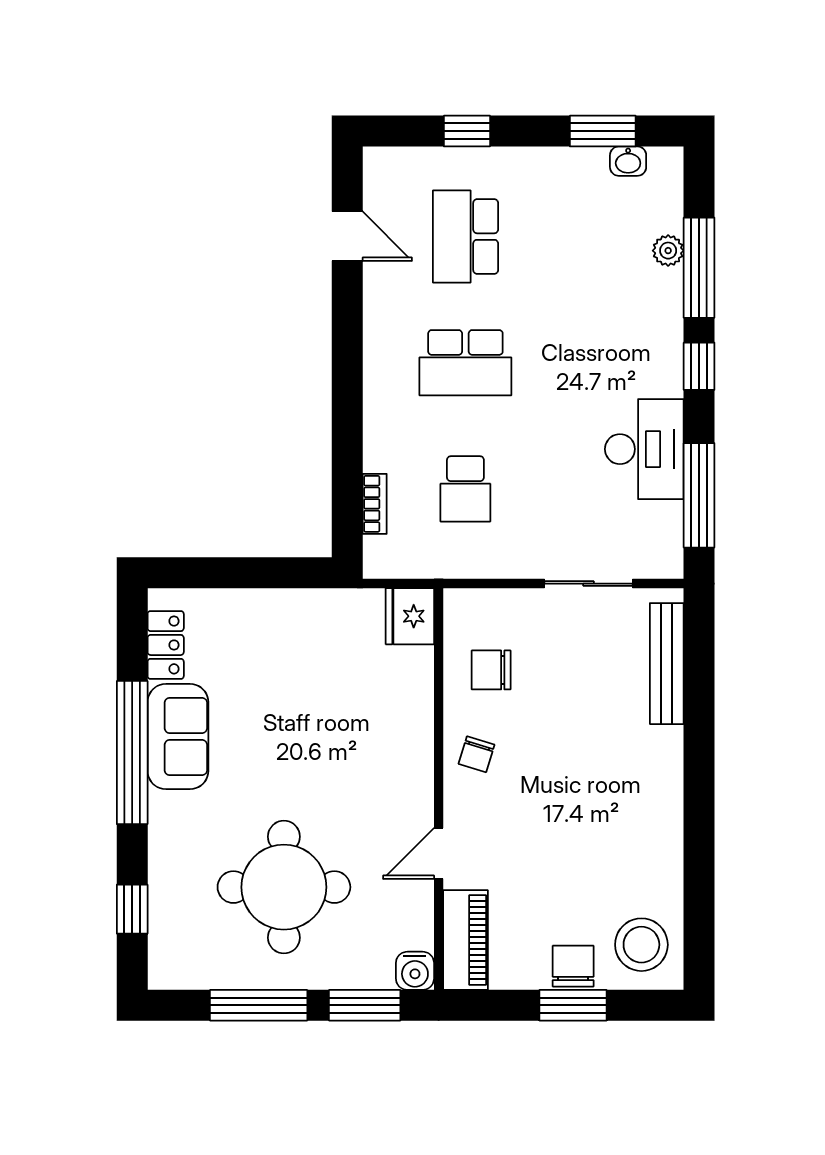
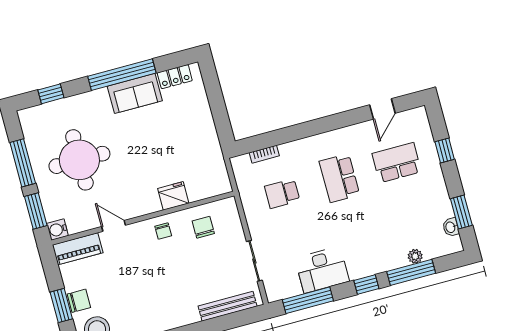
fridge: (410, 616) -> (173, 196), moved
chair: (477, 754) -> (163, 231), turned -107

